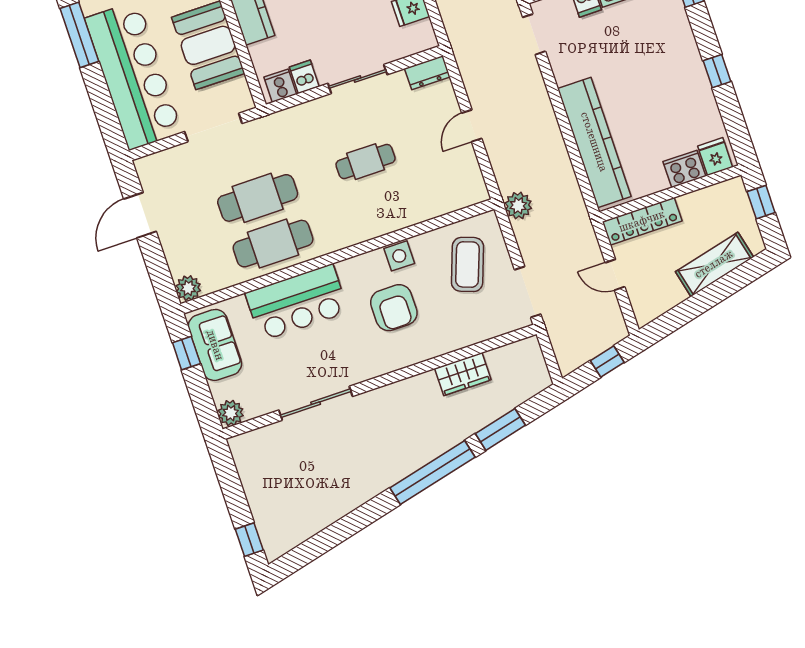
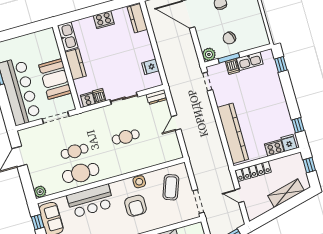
window: (717, 71) -> (298, 125), moved
cafe table: (258, 198) -> (75, 151), width x0.73, depth x0.74
plant: (518, 206) -> (196, 161), removed

